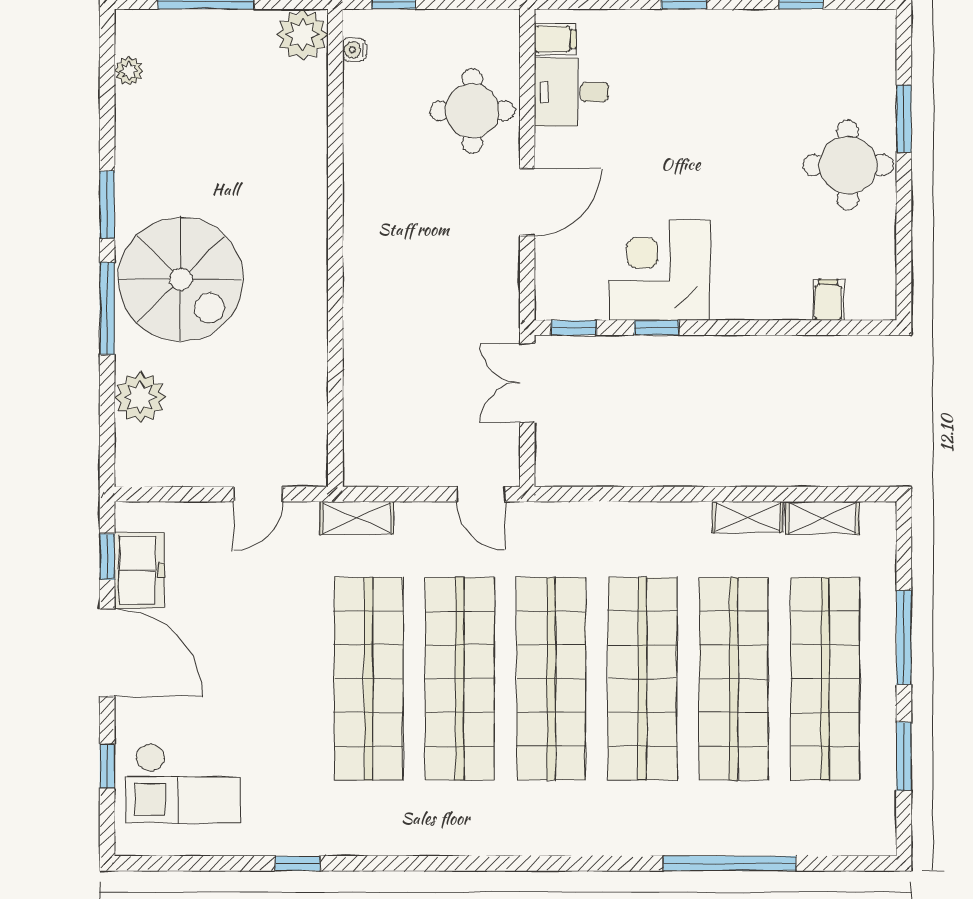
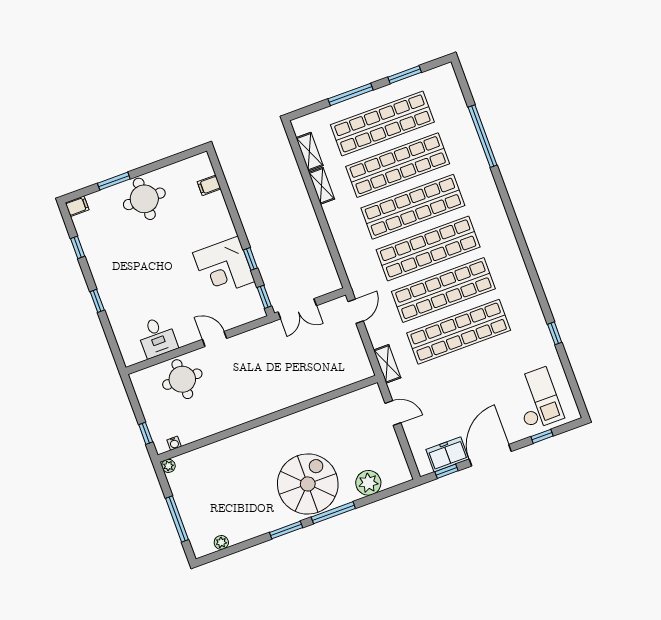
plant: (302, 35) -> (168, 466), width x0.53, depth x0.53
filing cabinet: (555, 39) -> (77, 206), moved, turned 90
door: (527, 202) -> (215, 339), width x0.73

